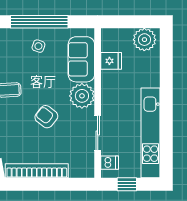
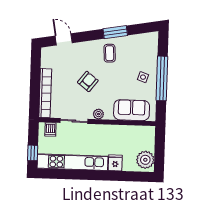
fridge: (111, 61) -> (115, 163), moved, turned 180
plant: (82, 96) -> (98, 114), width x0.53, depth x0.53
bookcase: (37, 171) -> (45, 93), moved
window: (127, 184) -> (33, 153), moved

